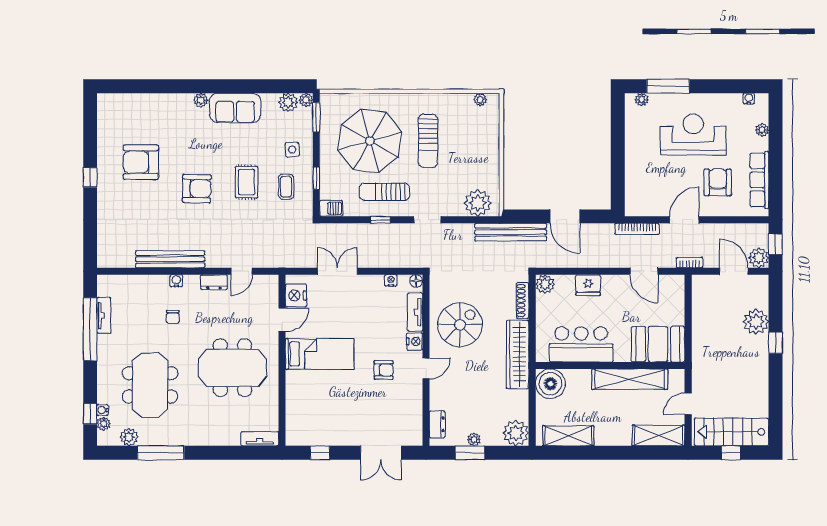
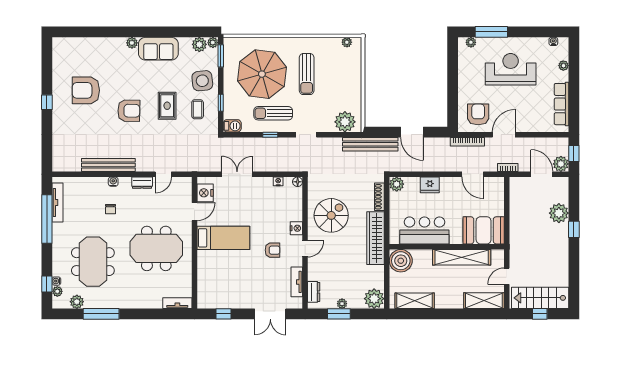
side table: (292, 150) -> (202, 81), width x1.87, depth x1.87
armchair: (718, 182) -> (478, 114), moved
tv unit: (415, 312) -> (297, 282), moved
tv unit: (104, 315) -> (57, 202), width x1.41

